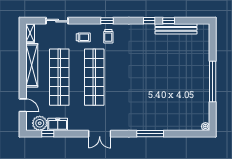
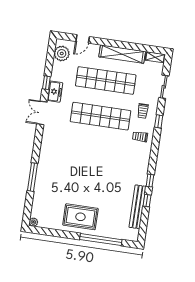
window: (107, 21) -> (159, 121), moved
rug: (194, 82) -> (80, 217), added
window: (213, 82) -> (101, 240), moved
freezer: (58, 124) -> (55, 92), moved
window: (48, 134) -> (46, 83), moved
window: (150, 134) -> (33, 177), moved

